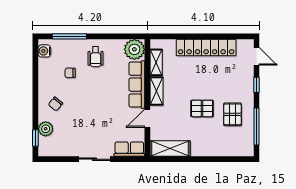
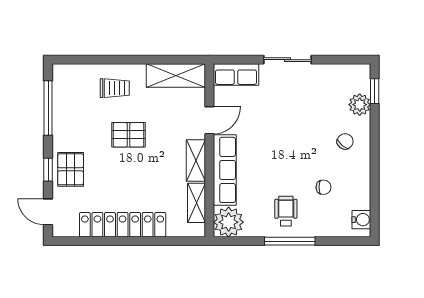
window: (69, 36) -> (290, 241), moved
pallet: (233, 114) -> (71, 169), moved
trolley: (211, 140) -> (115, 88), added

